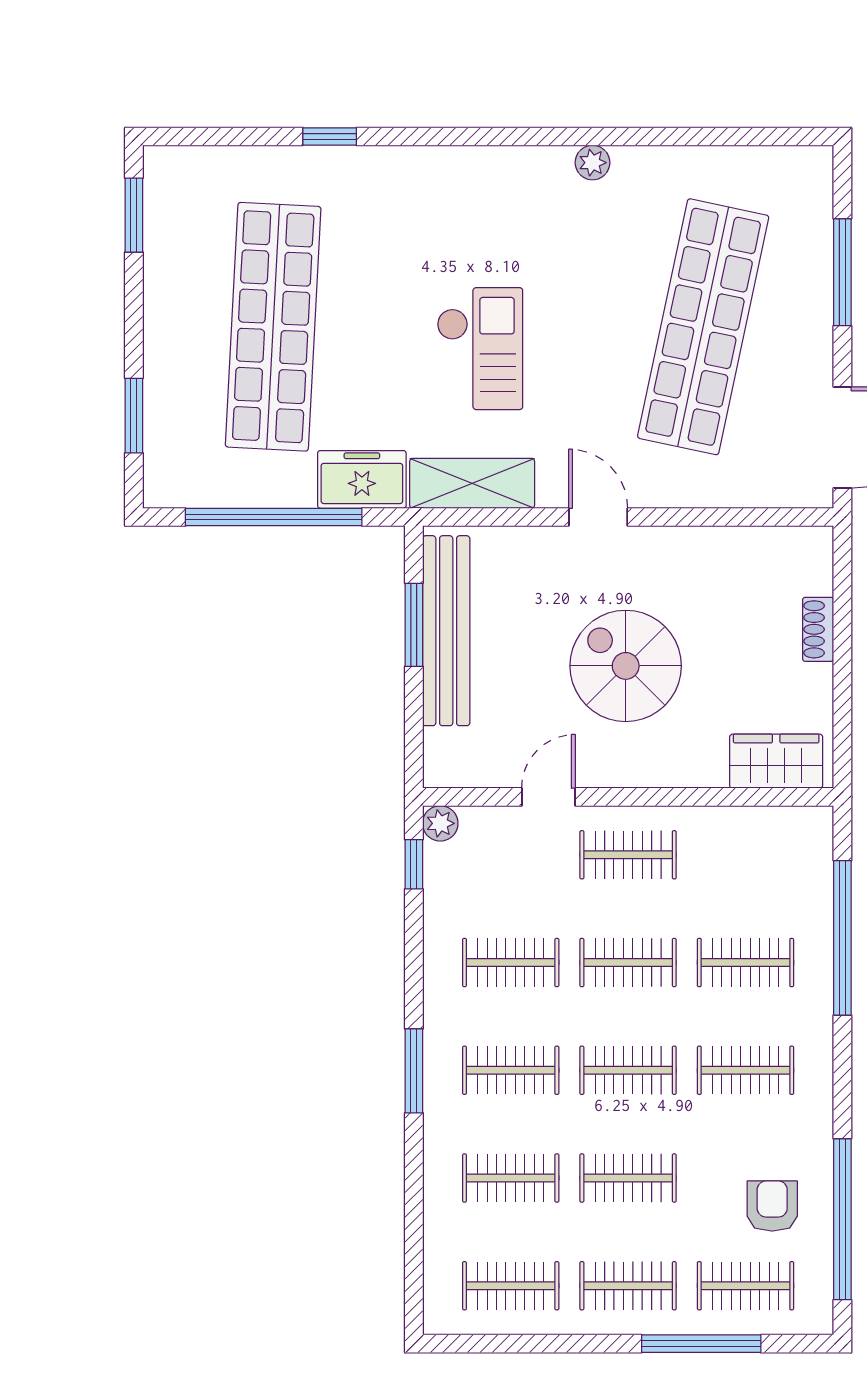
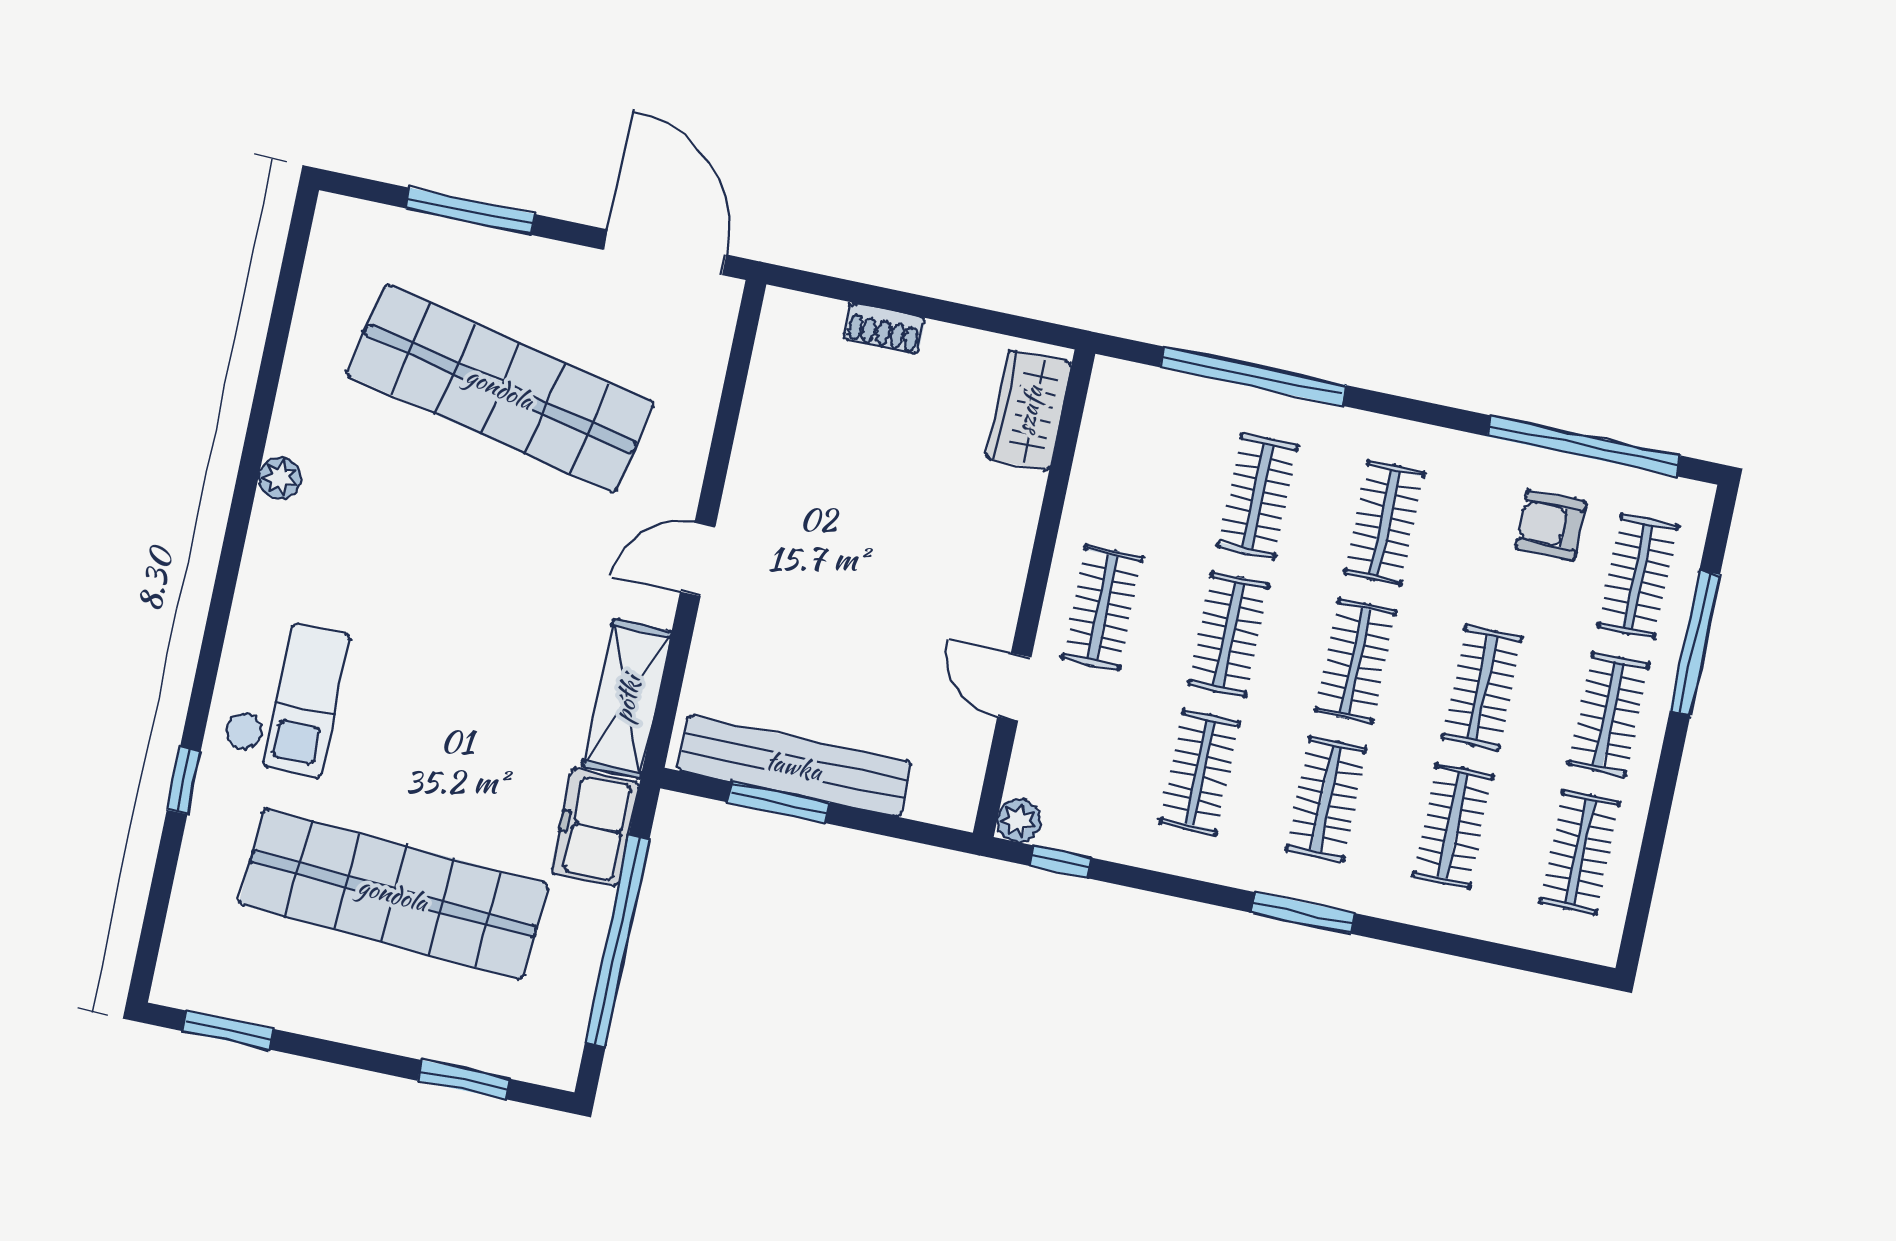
checkout: (480, 349) -> (285, 696), moved, turned 90
spiral stairs: (626, 666) -> (880, 564), removed

